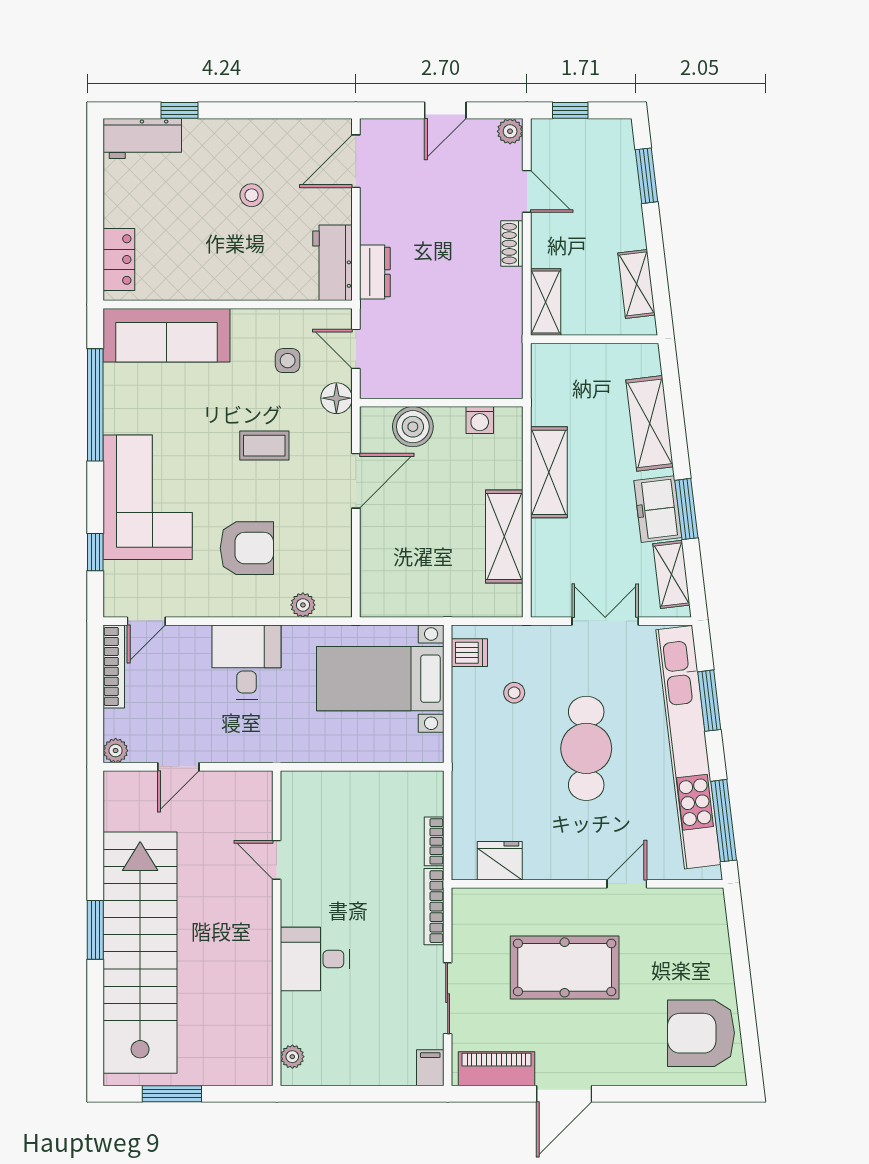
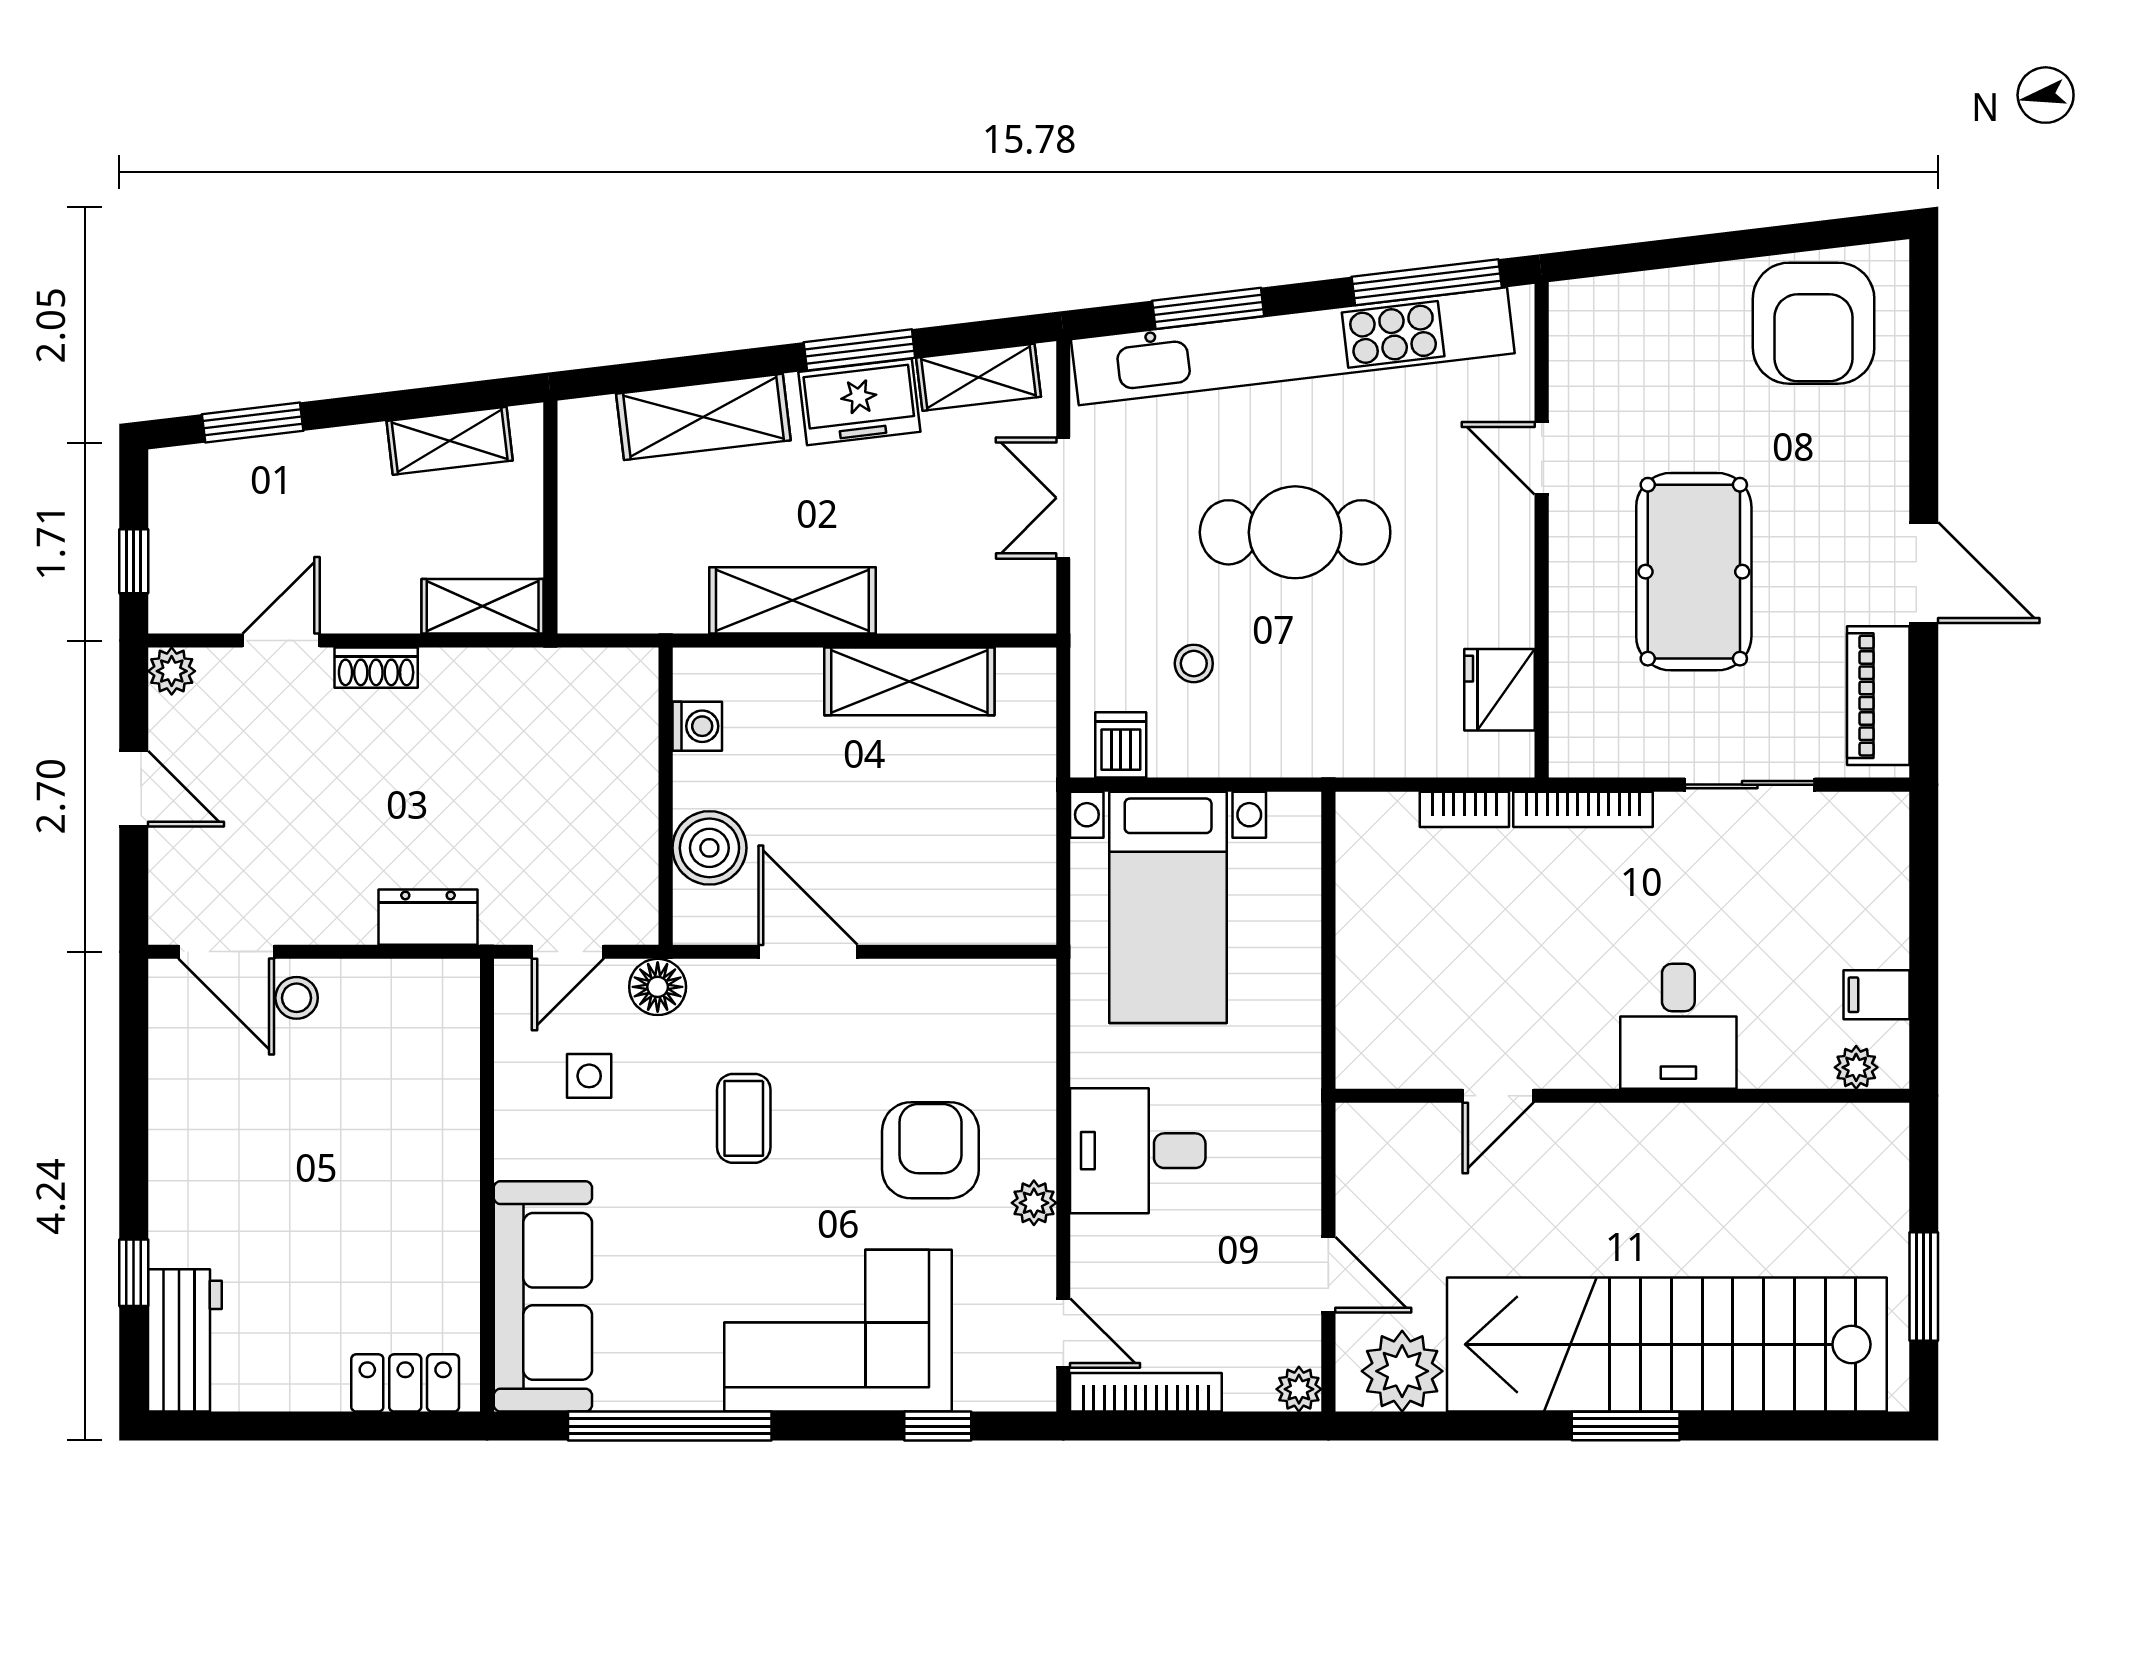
stool: (252, 195) -> (297, 998), moved
workbench: (332, 263) -> (411, 994), removed
plant: (303, 605) -> (1034, 1203), moved
plant: (125, 807) -> (1402, 1371), added
filing cabinet: (430, 1068) -> (1876, 995), moved

